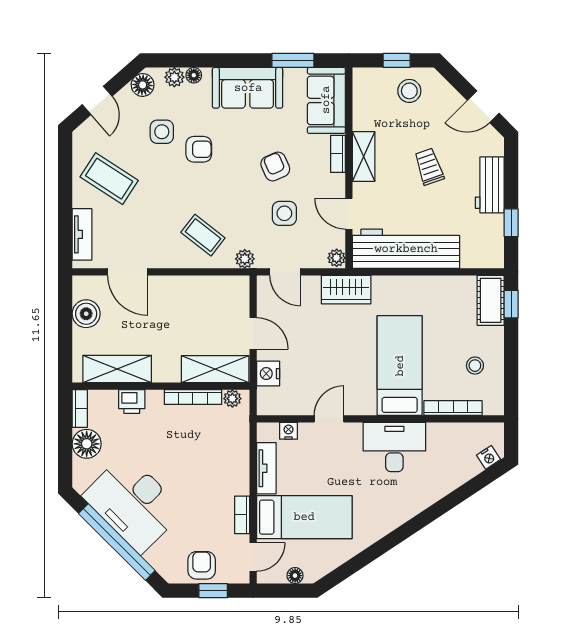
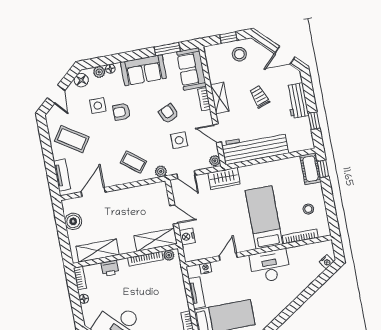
armchair: (199, 149) -> (121, 112), turned 180
door: (128, 272) -> (93, 192), swing flipped
floor lamp: (87, 444) -> (84, 299), width x0.53, depth x0.53

